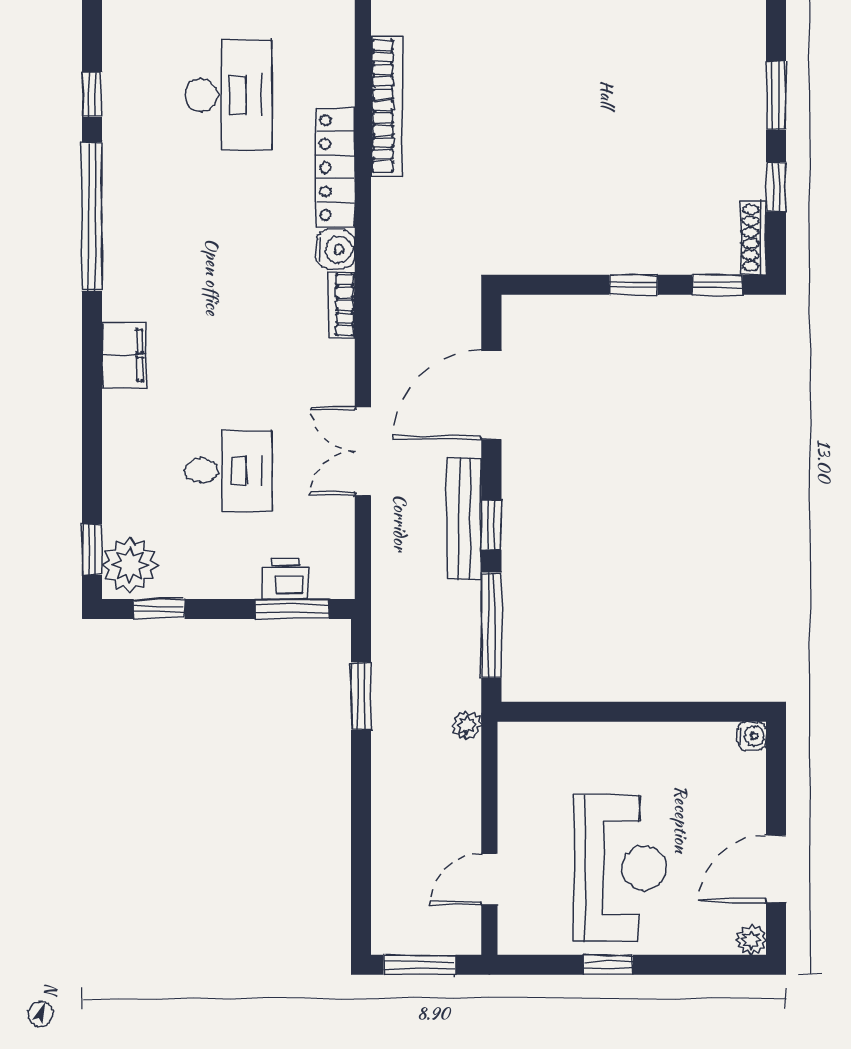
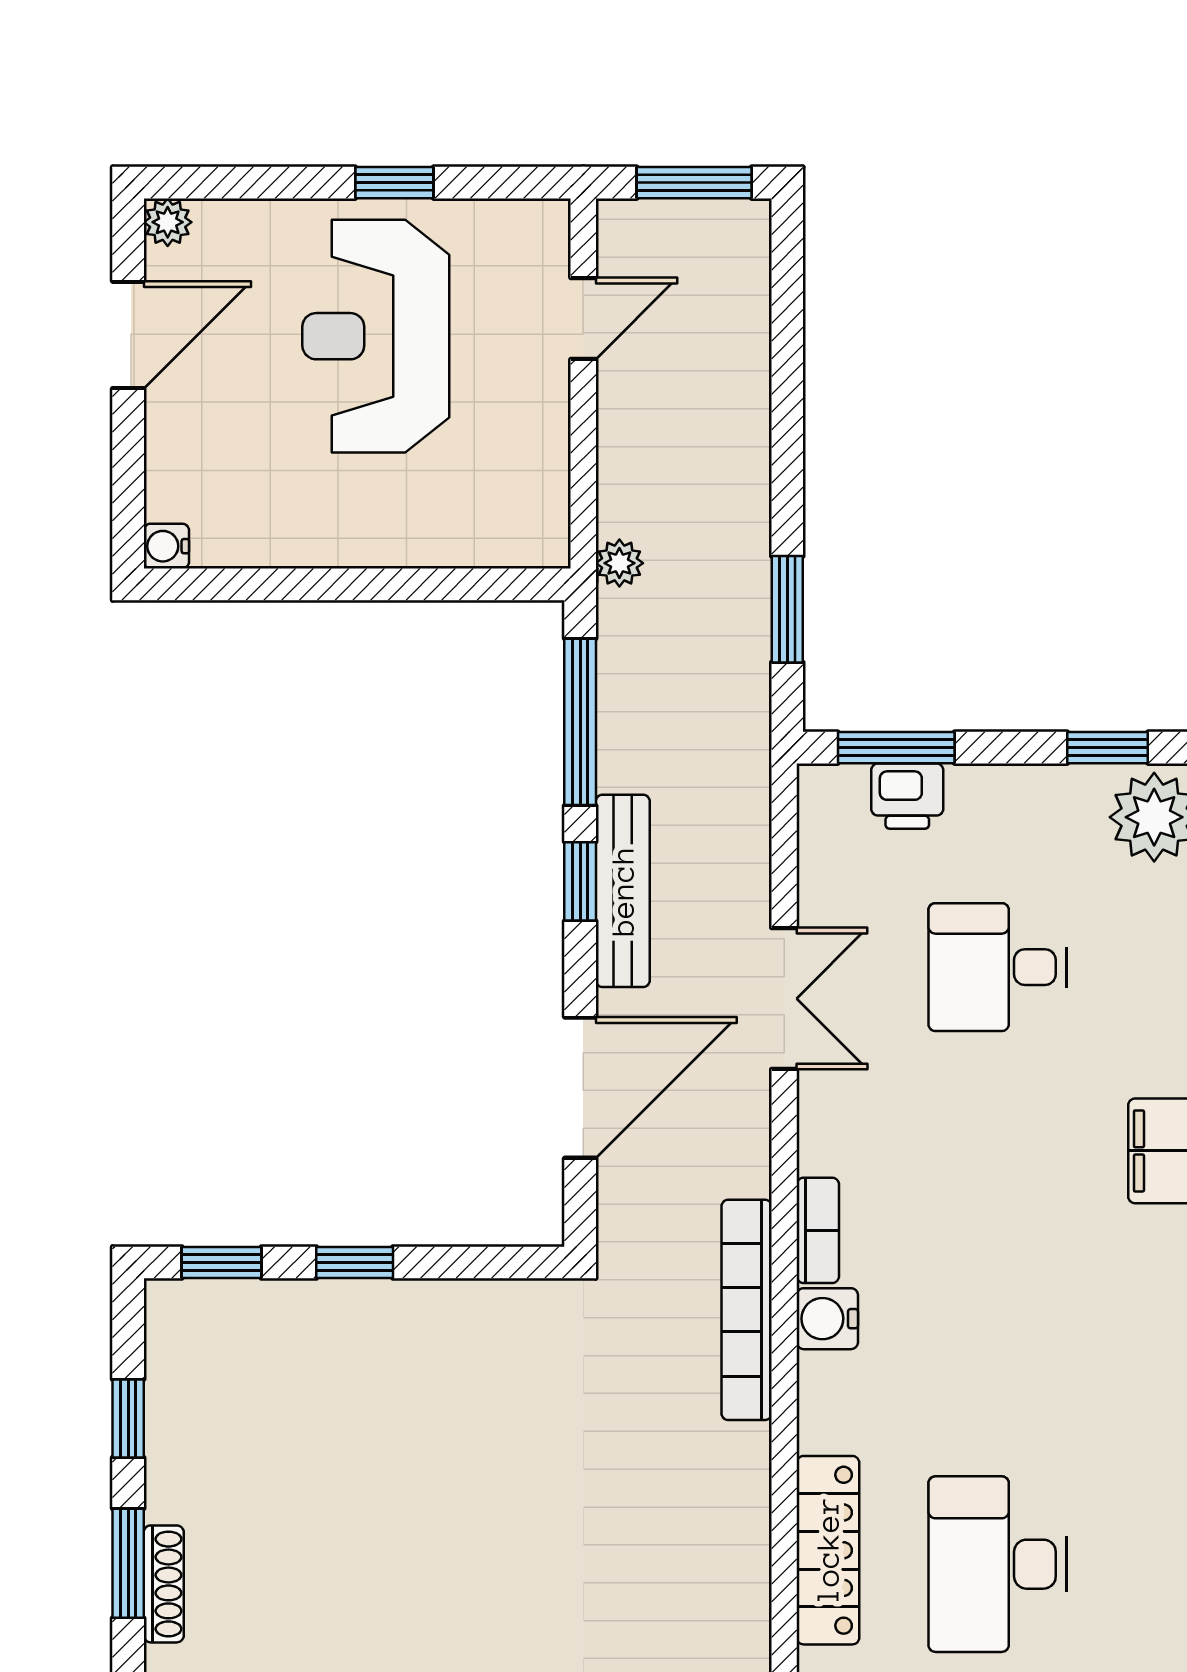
bookcase: (387, 106) -> (747, 1310), moved
locker: (335, 168) -> (828, 1550), moved
shoe rack: (754, 238) -> (164, 1584), moved

